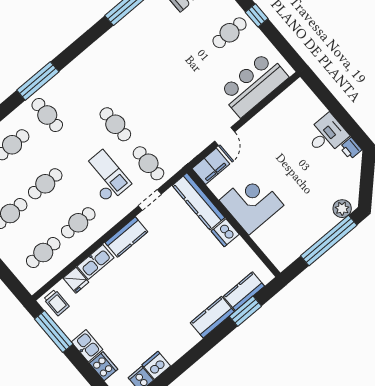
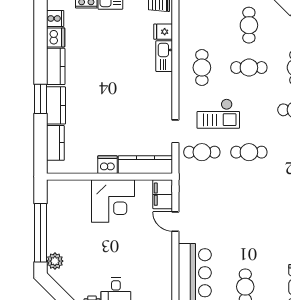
cafe table: (45, 184) -> (249, 68), turned 90
kitchen counter: (126, 237) -> (56, 66), moved, turned 180
cafe table: (43, 253) -> (202, 25), removed
window: (245, 311) -> (40, 99), moved

